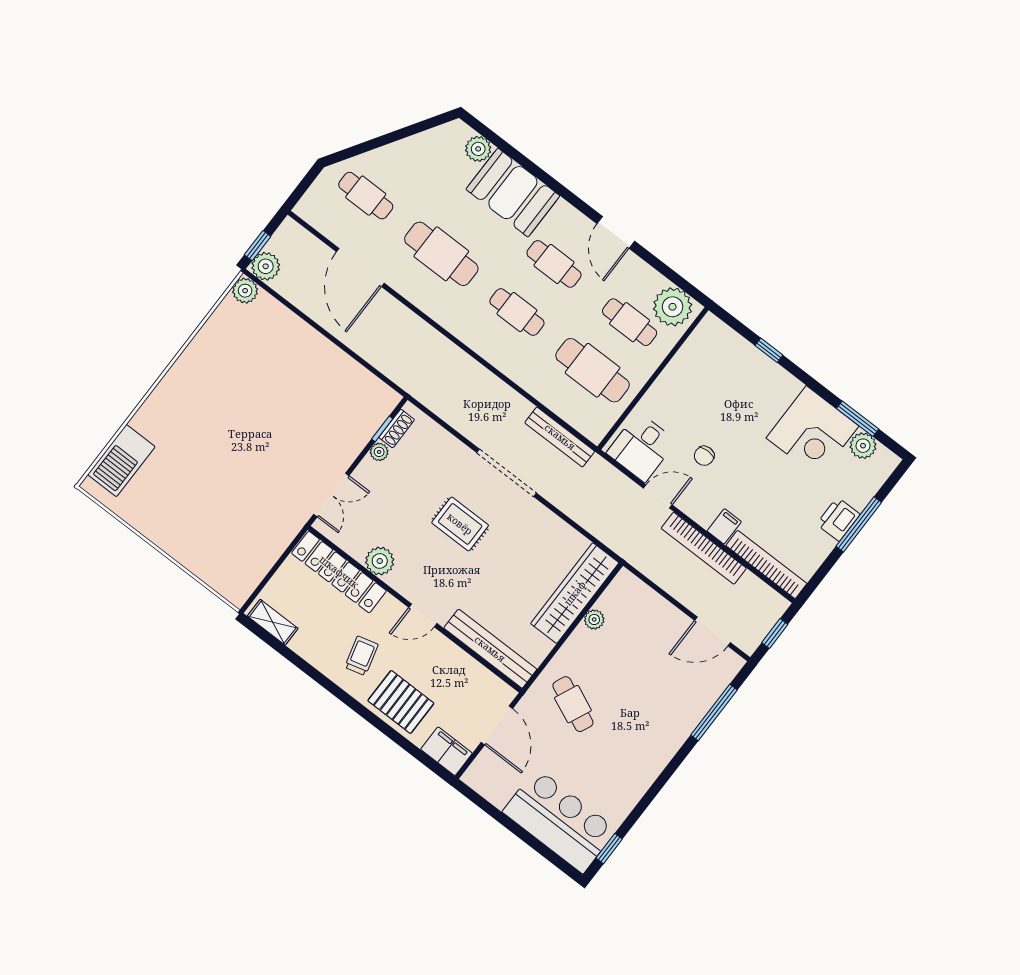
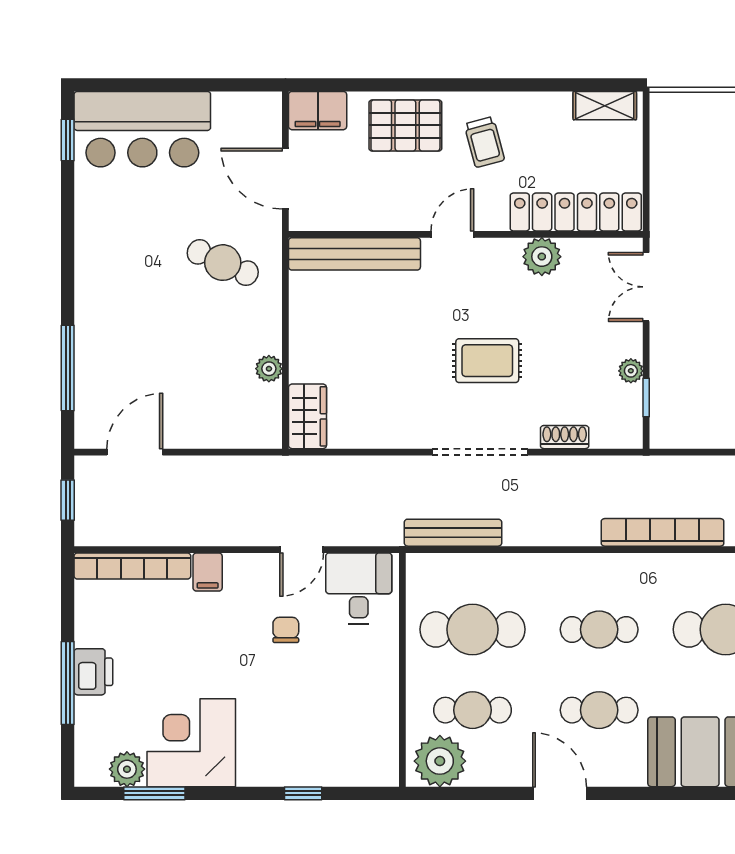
shoe rack: (397, 429) -> (565, 437), moved, turned 90
bookcase: (704, 548) -> (663, 532), moved
wardrobe: (575, 593) -> (307, 416), width x0.48, depth x0.85

